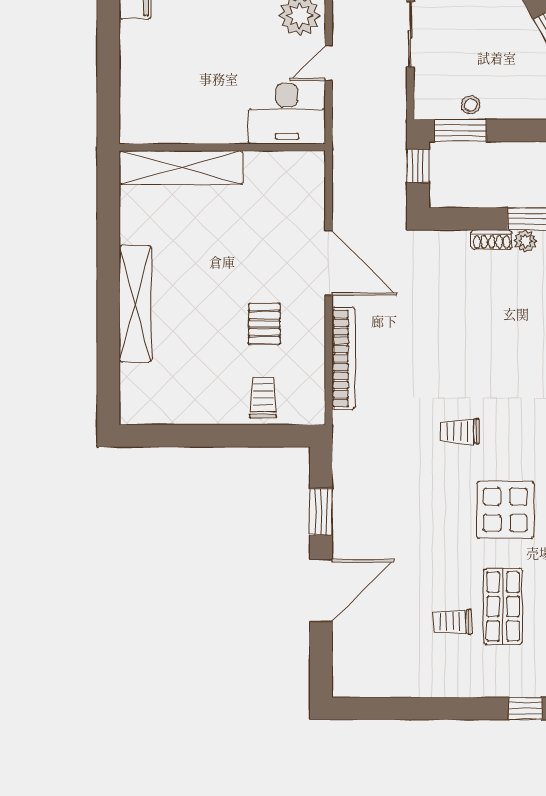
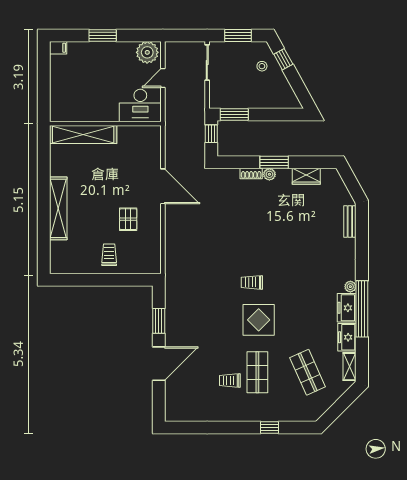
stool: (471, 105) -> (262, 66), moved
bookcase: (343, 358) -> (171, 238), removed
trolley: (263, 397) -> (109, 255), moved
trolley: (460, 431) -> (252, 282), moved

